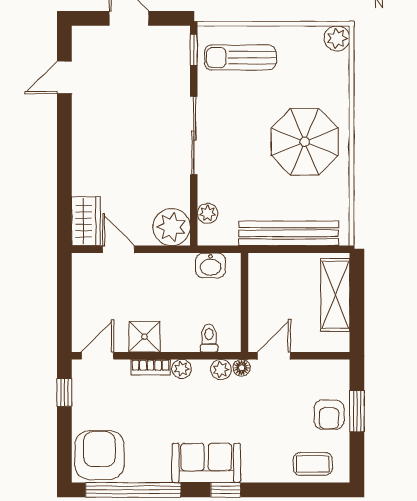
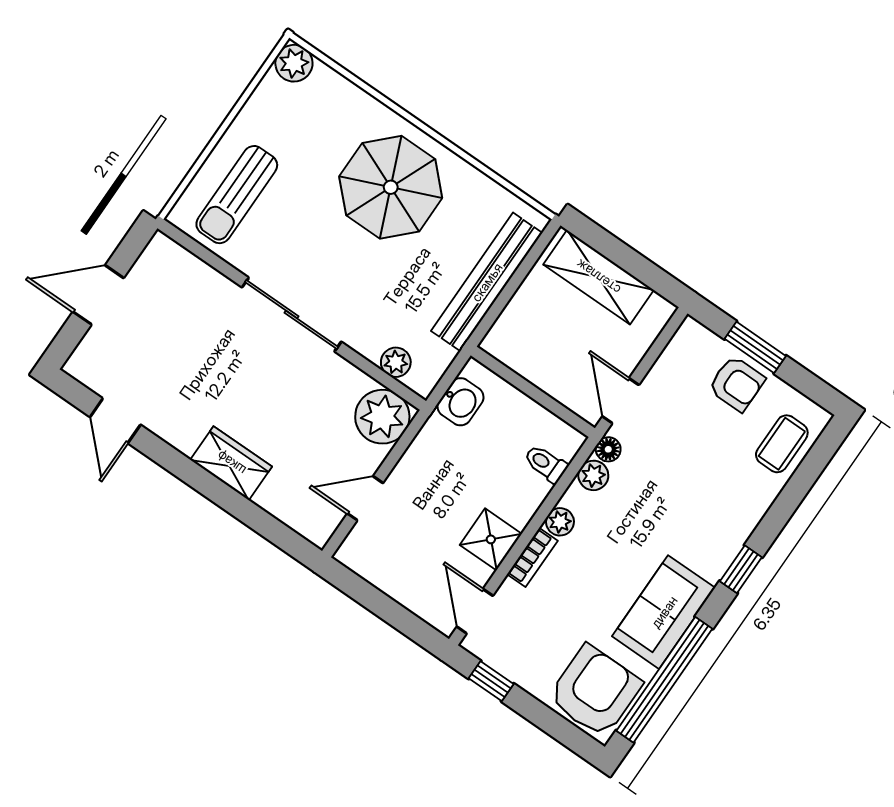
window: (194, 50) -> (189, 244), removed
wardrobe: (86, 221) -> (231, 463), moved
armchair: (99, 455) -> (595, 691), turned 90
sofa: (206, 463) -> (664, 612), moved

